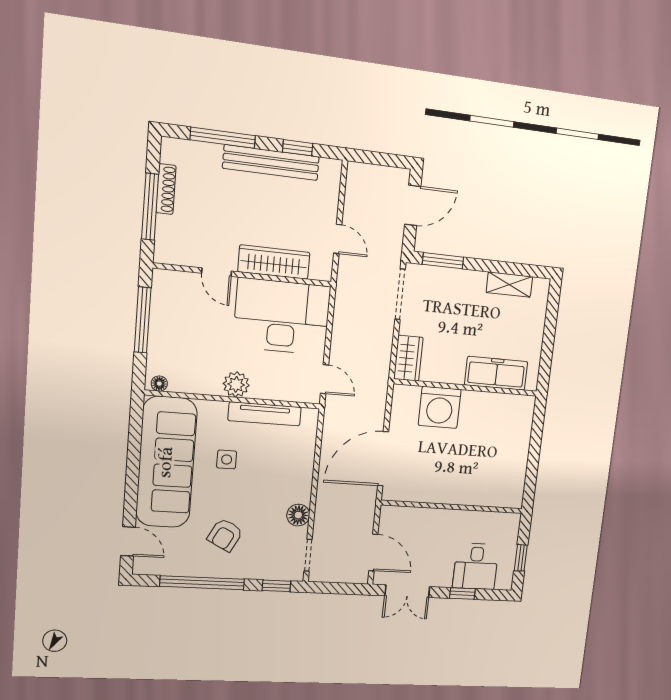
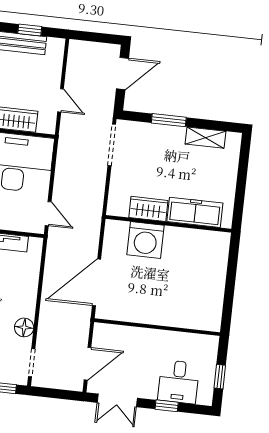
window: (443, 261) -> (169, 120), moved
wardrobe: (408, 358) -> (148, 209), moved, turned -90
door: (373, 552) -> (88, 364), hinge flipped

